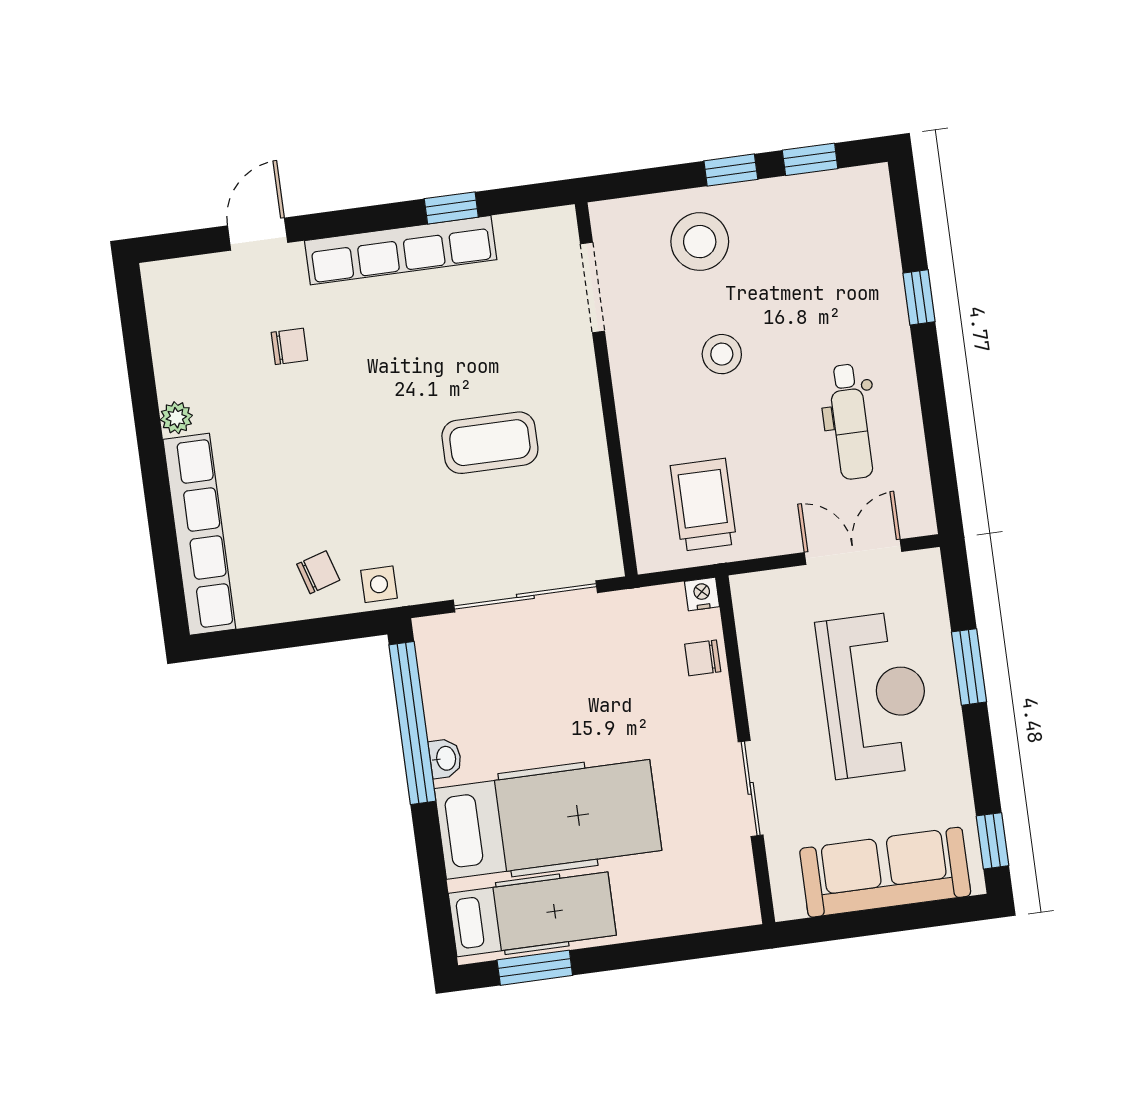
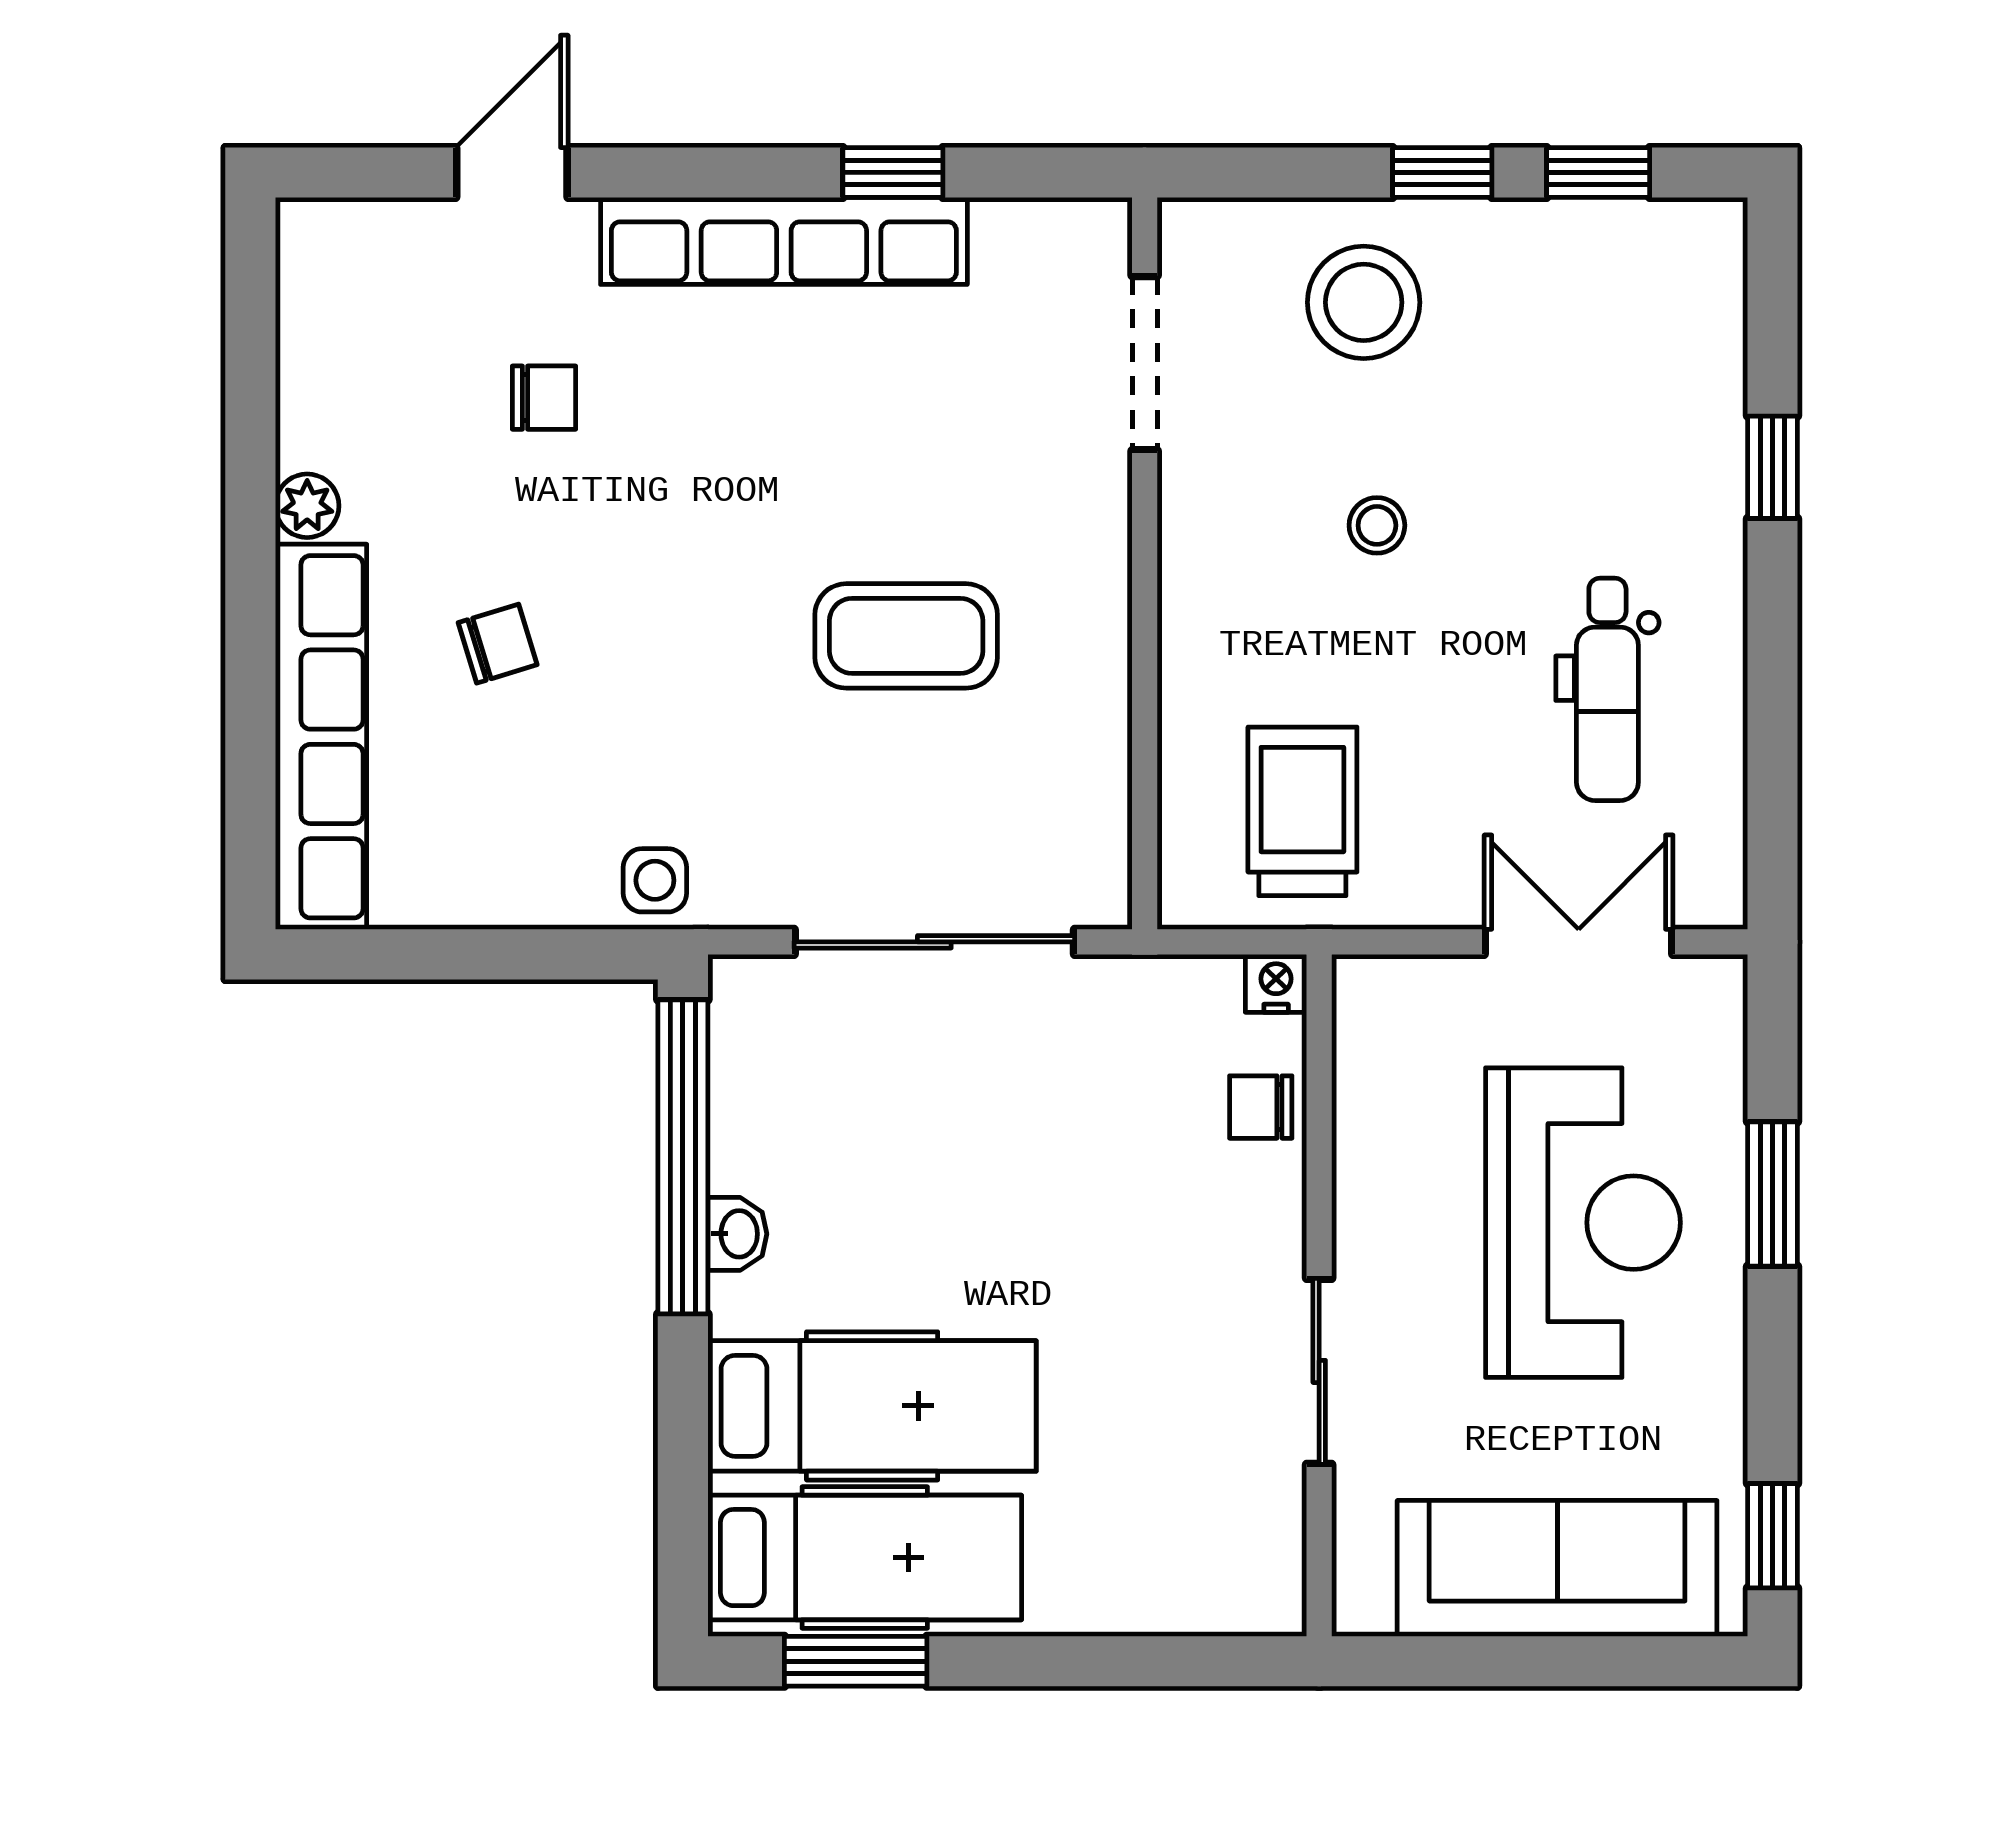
stool: (722, 354) -> (1377, 525), width x0.73, depth x0.73
chair: (318, 572) -> (498, 644), moved
hospital bed: (548, 819) -> (872, 1406), width x0.73, depth x0.78

